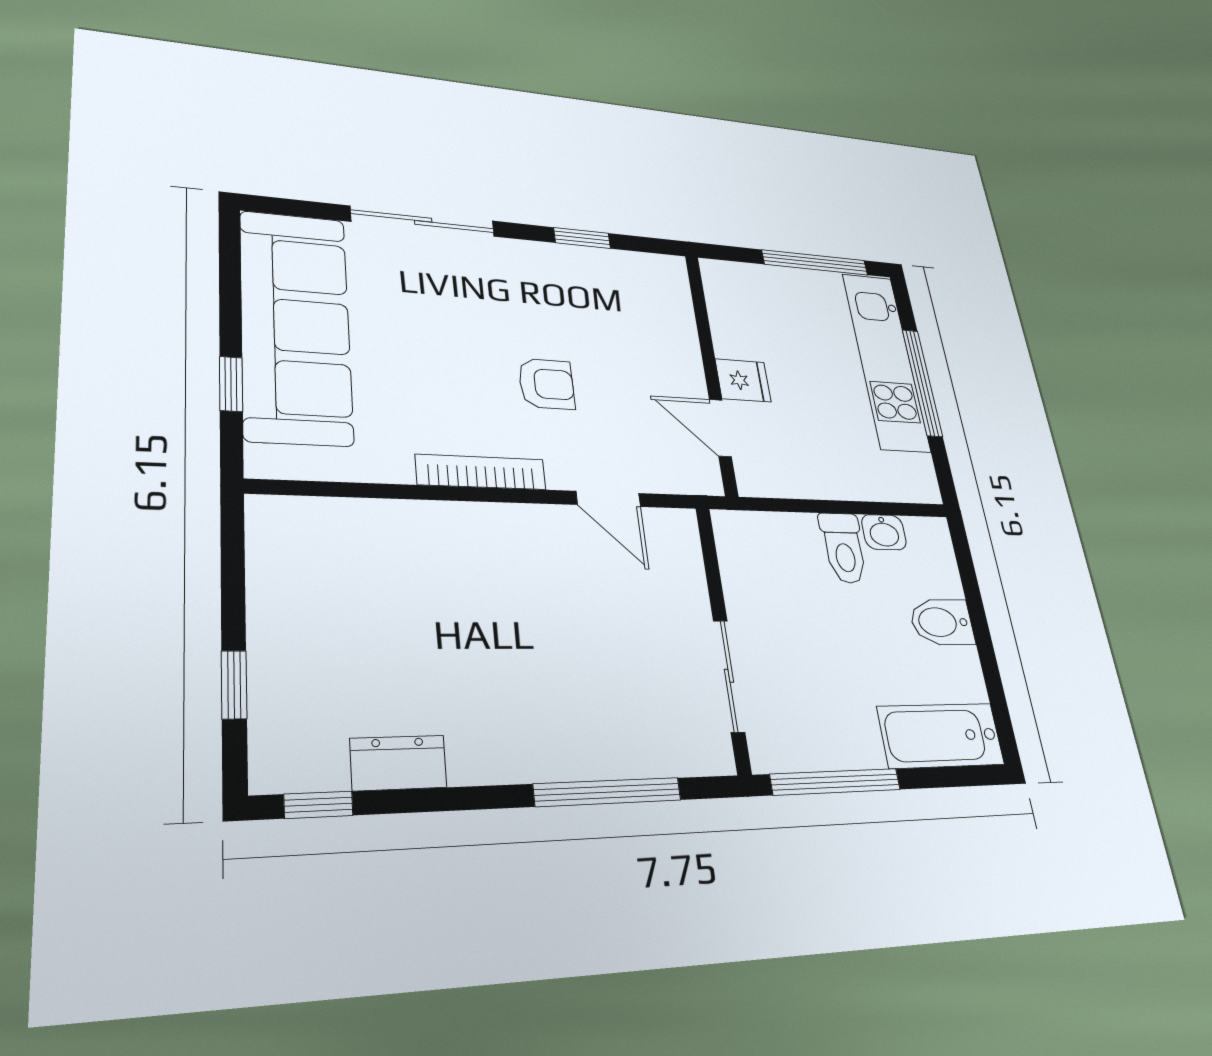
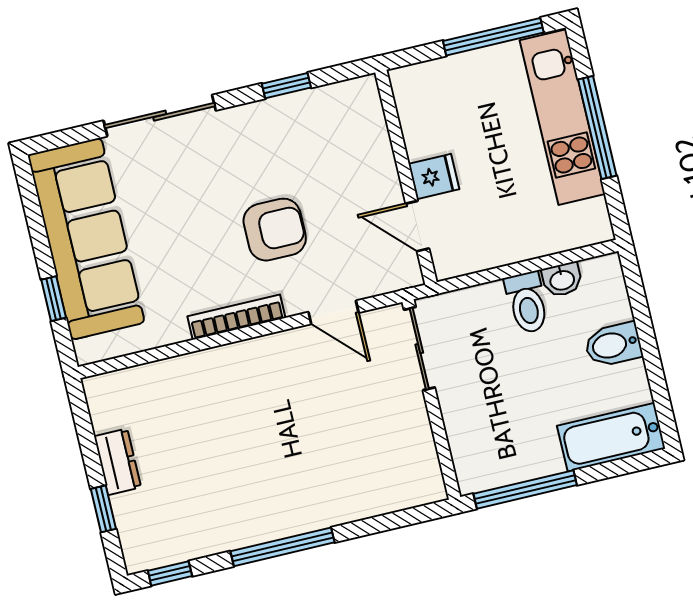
armchair: (547, 384) -> (275, 230), width x1.38, depth x1.38
sliding door: (729, 676) -> (419, 349), moved
dresser: (398, 763) -> (117, 462), moved, turned 90
window: (608, 792) -> (283, 547), moved

